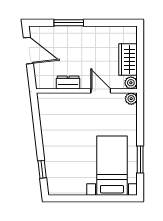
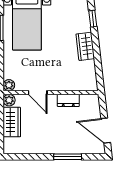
wardrobe: (50, 140) -> (85, 46), added

